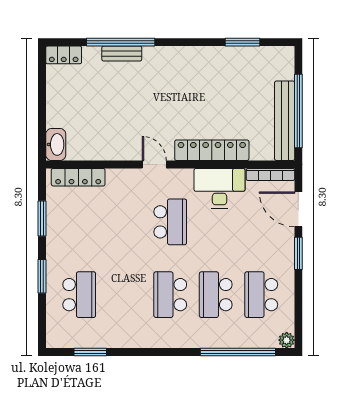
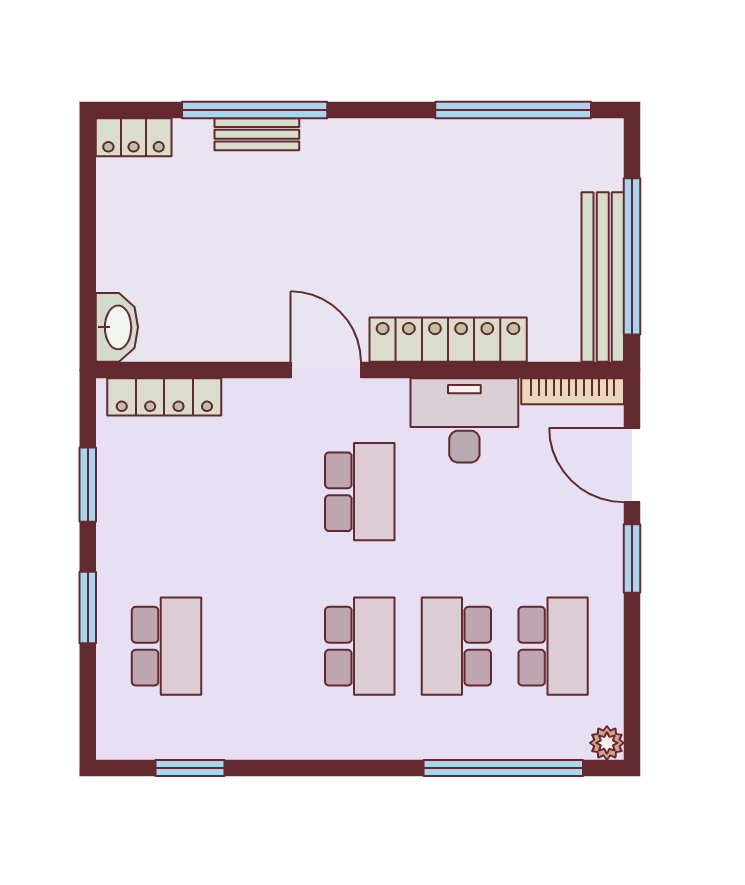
window: (242, 42) -> (513, 110), width x2.11
door: (154, 165) -> (326, 370), width x1.38
school desk: (170, 295) -> (360, 646), turned 180
school desk: (261, 295) -> (553, 646), turned 180

